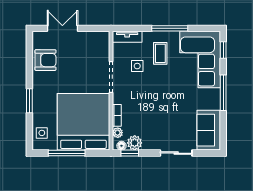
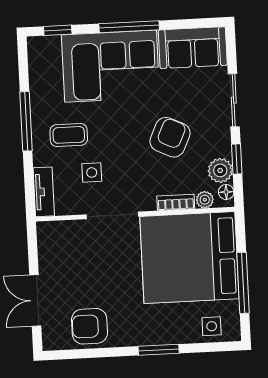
armchair: (45, 60) -> (90, 326), turned -90
corner sofa: (200, 60) -> (111, 66), moved
armchair: (156, 114) -> (170, 137), added
window: (130, 153) -> (237, 159), moved

